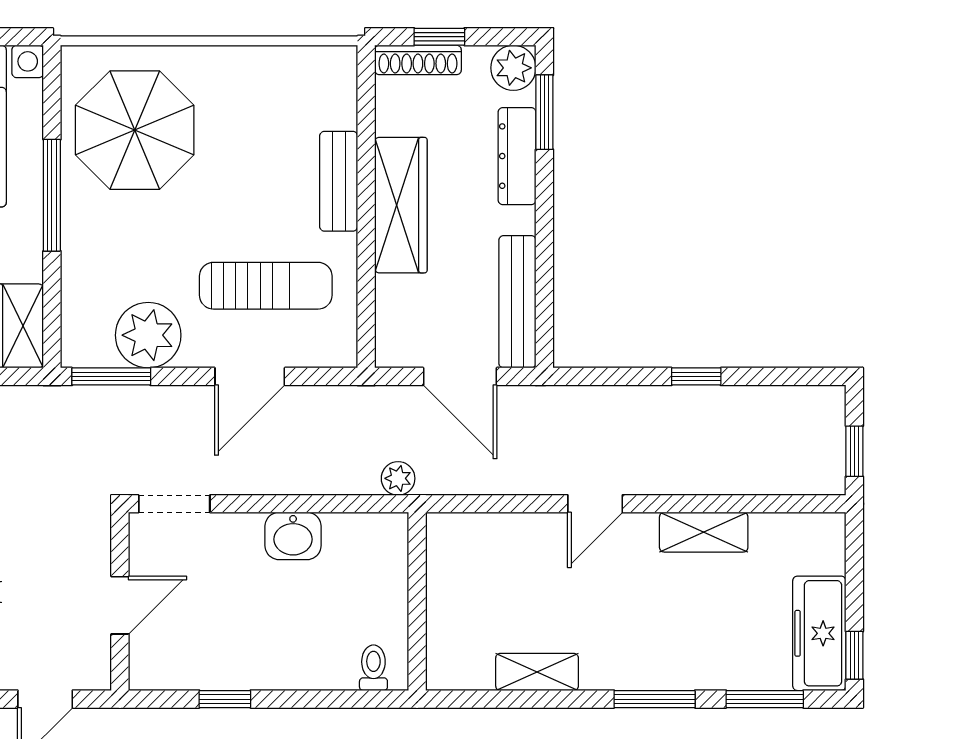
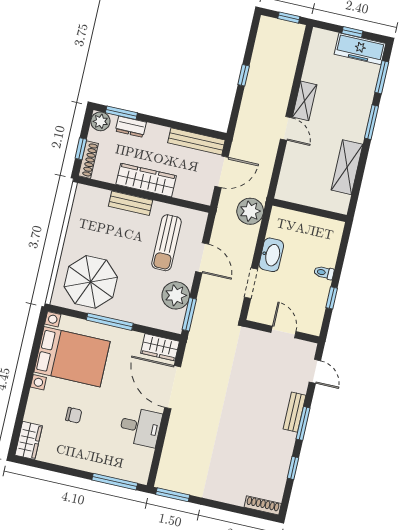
dresser: (517, 156) -> (131, 127), width x0.70
sun lounger: (266, 286) -> (166, 243), turned 180
plant: (398, 478) -> (250, 211), width x1.87, depth x1.87
doorway: (174, 504) -> (251, 283), moved
shelving: (704, 532) -> (305, 101), moved
washbasin: (293, 536) -> (271, 255), width x1.38
window: (854, 655) -> (352, 32), moved
toilet: (373, 668) -> (324, 273), moved
shelving: (537, 672) -> (347, 167), width x1.50, depth x1.33

